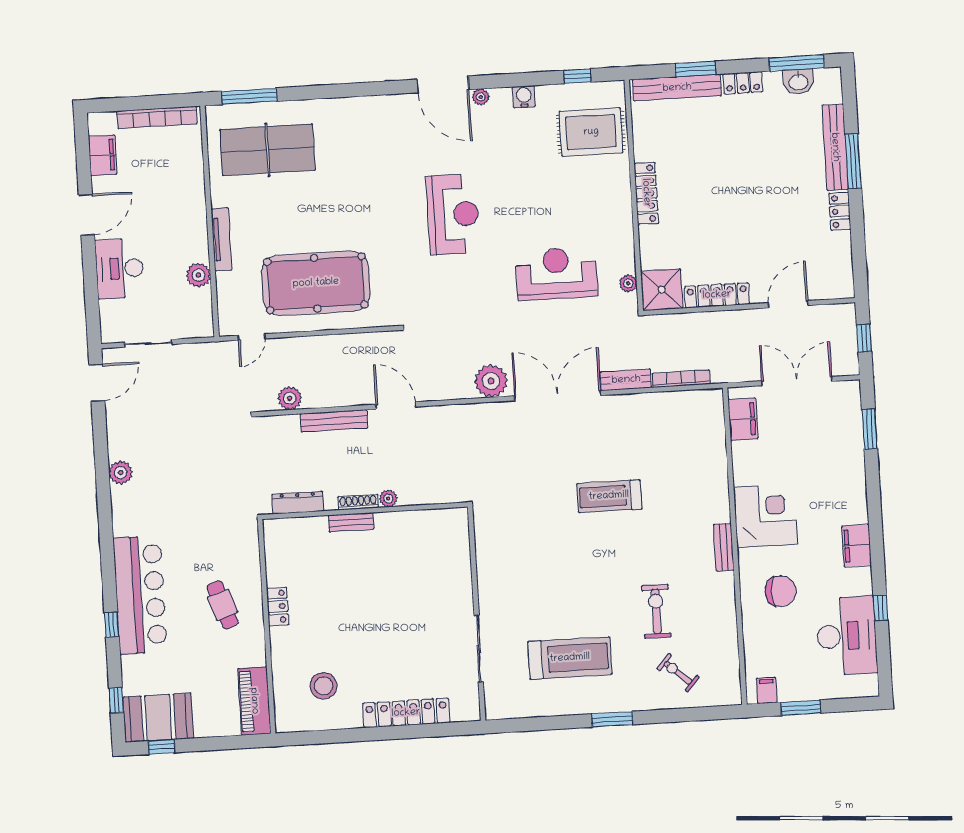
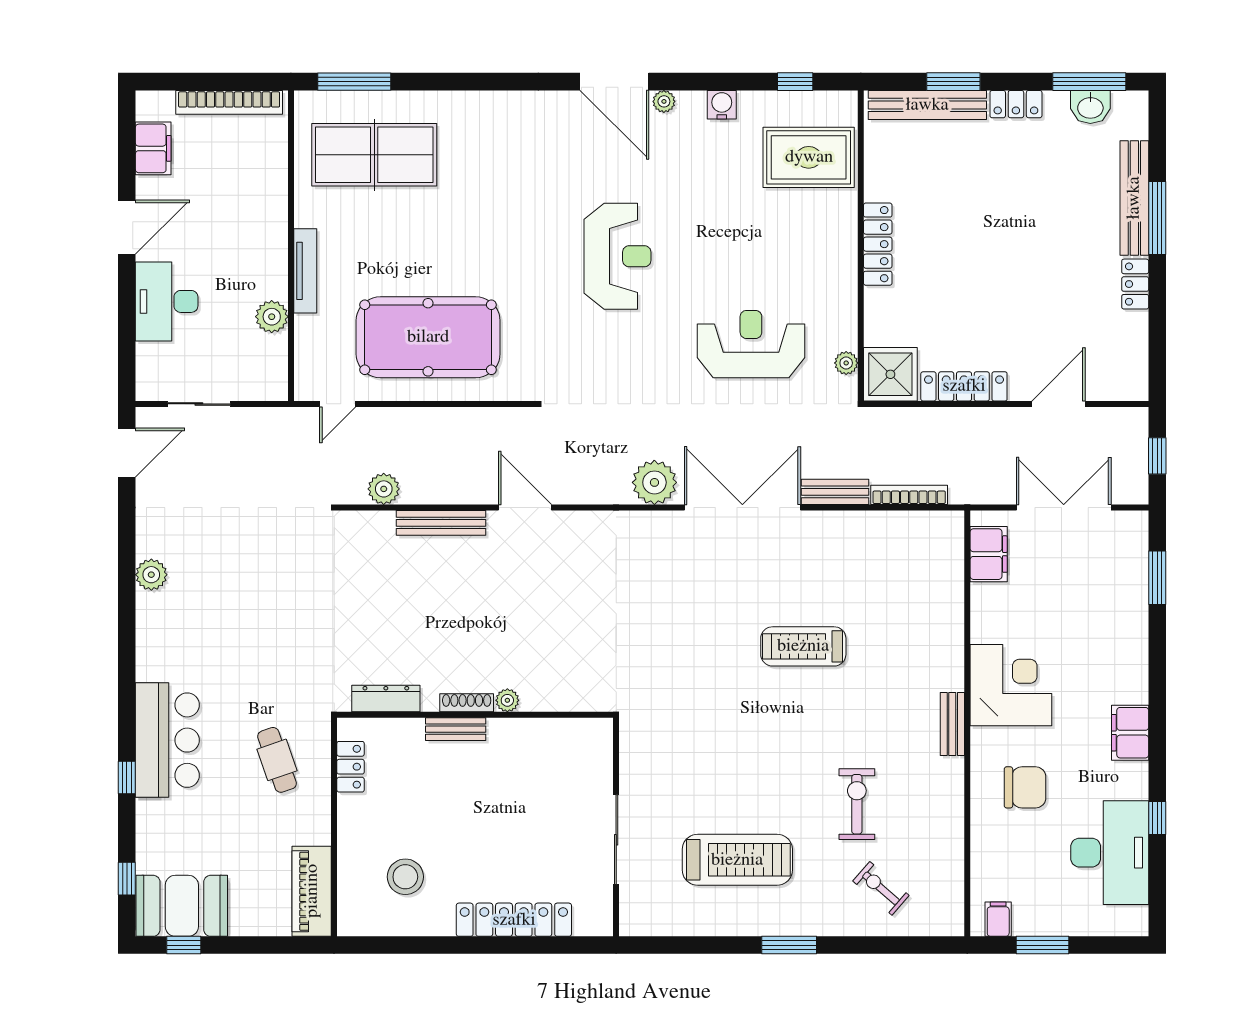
plant: (388, 498) -> (507, 700), moved
shoe rack: (358, 502) -> (467, 703), moved
dresser: (298, 503) -> (386, 699), moved
wall: (365, 511) -> (475, 715), moved
bench: (351, 522) -> (456, 729), moved
bar counter: (140, 595) -> (167, 740), width x0.73

